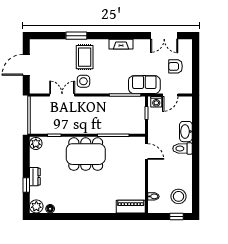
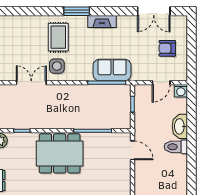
window: (76, 36) -> (77, 11), moved
sofa: (144, 85) -> (112, 70), moved
washing machine: (156, 102) -> (181, 91), moved

